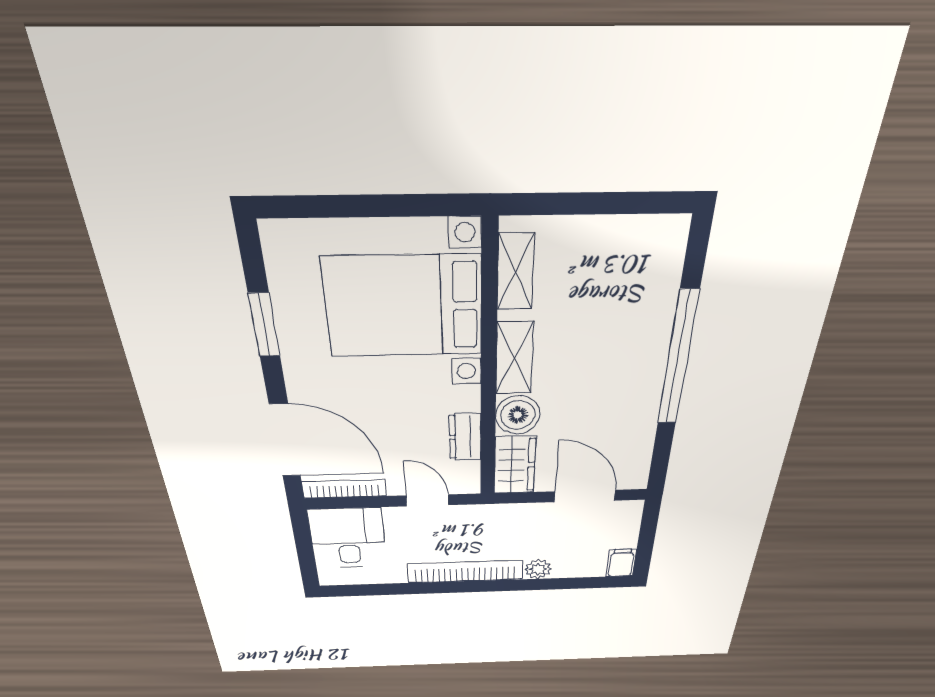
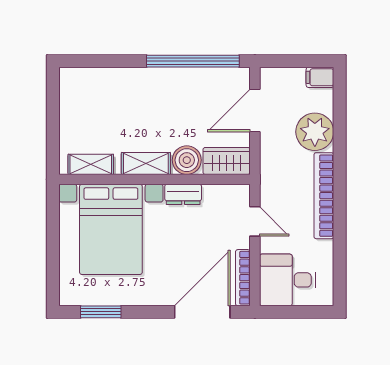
window: (264, 325) -> (101, 312), moved
window: (678, 359) -> (193, 61), moved
dresser: (465, 437) -> (183, 194), moved
door: (427, 500) -> (255, 221), swing flipped
plant: (538, 569) -> (315, 132), width x1.88, depth x1.88

